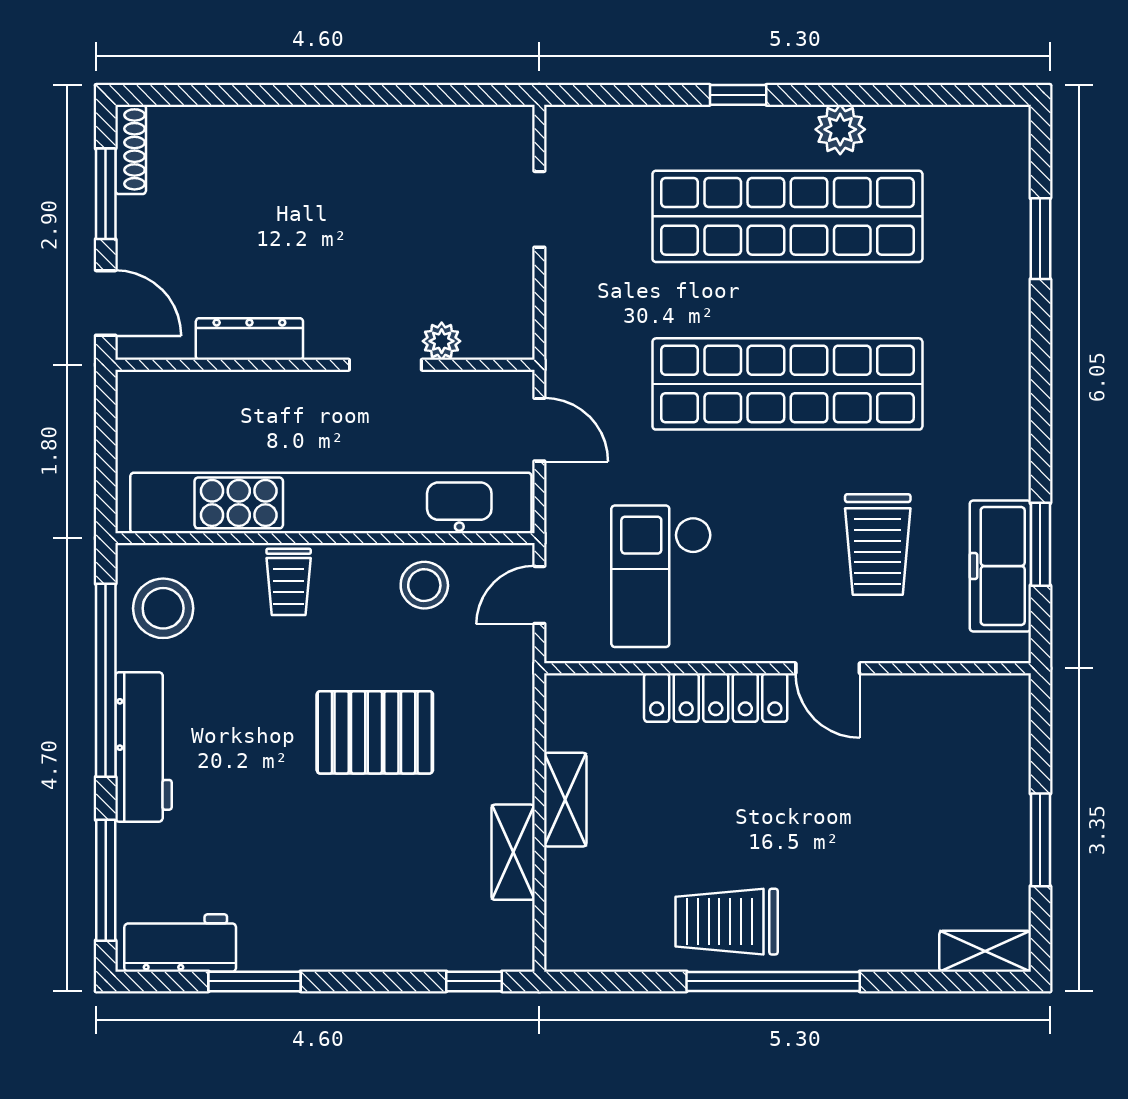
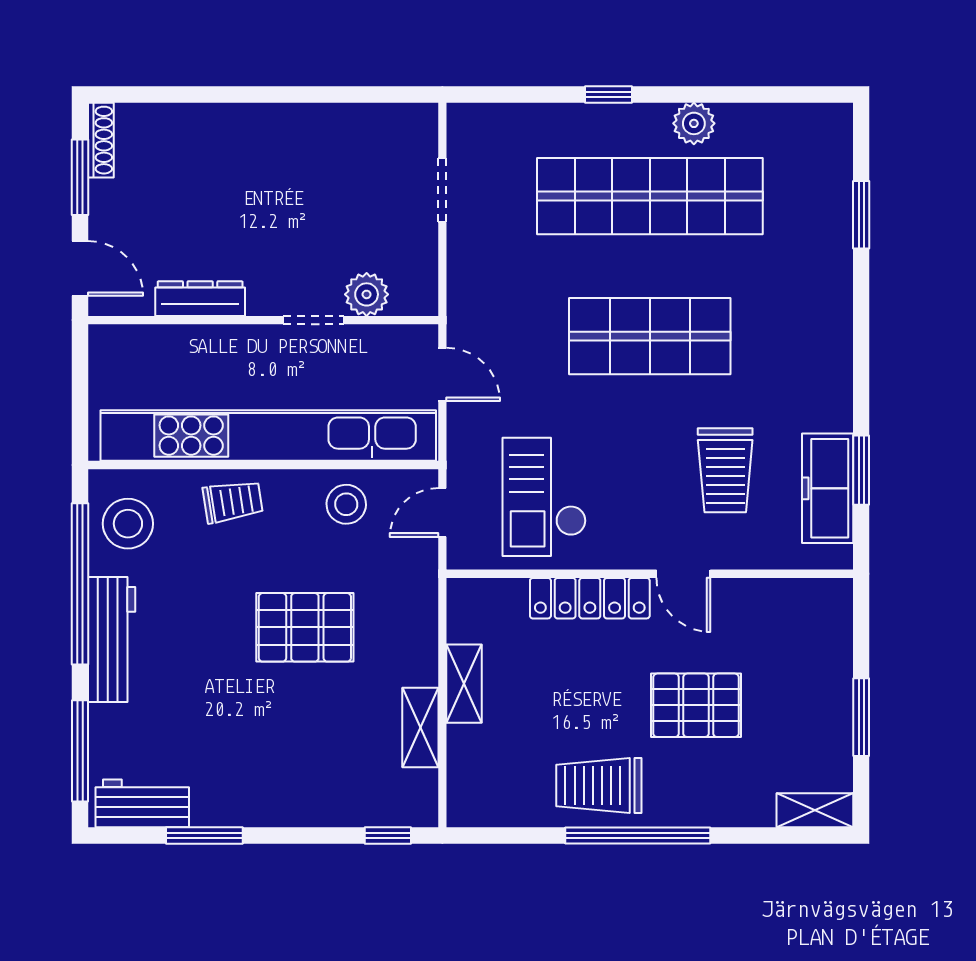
plant: (442, 341) -> (367, 294), width x1.38, depth x1.38
shop shelf: (787, 384) -> (650, 336), width x0.71
trolley: (289, 582) -> (233, 502), turned -99
pallet: (843, 826) -> (696, 705), added

